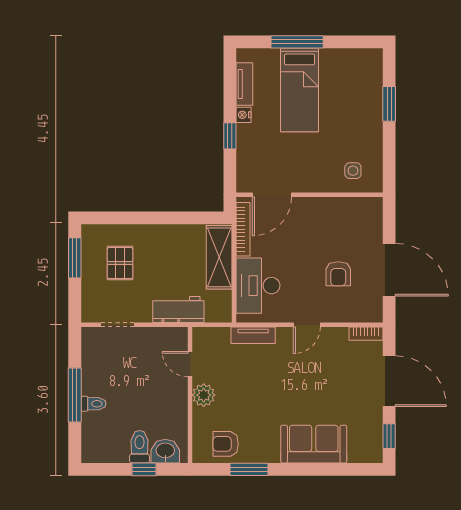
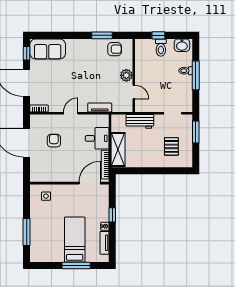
window: (389, 104) -> (27, 232), width x1.44
window: (75, 258) -> (196, 132), moved
desk: (258, 286) -> (97, 138), width x0.73
sofa: (314, 444) -> (48, 49), moved
washbasin: (165, 451) -> (182, 45), moved

